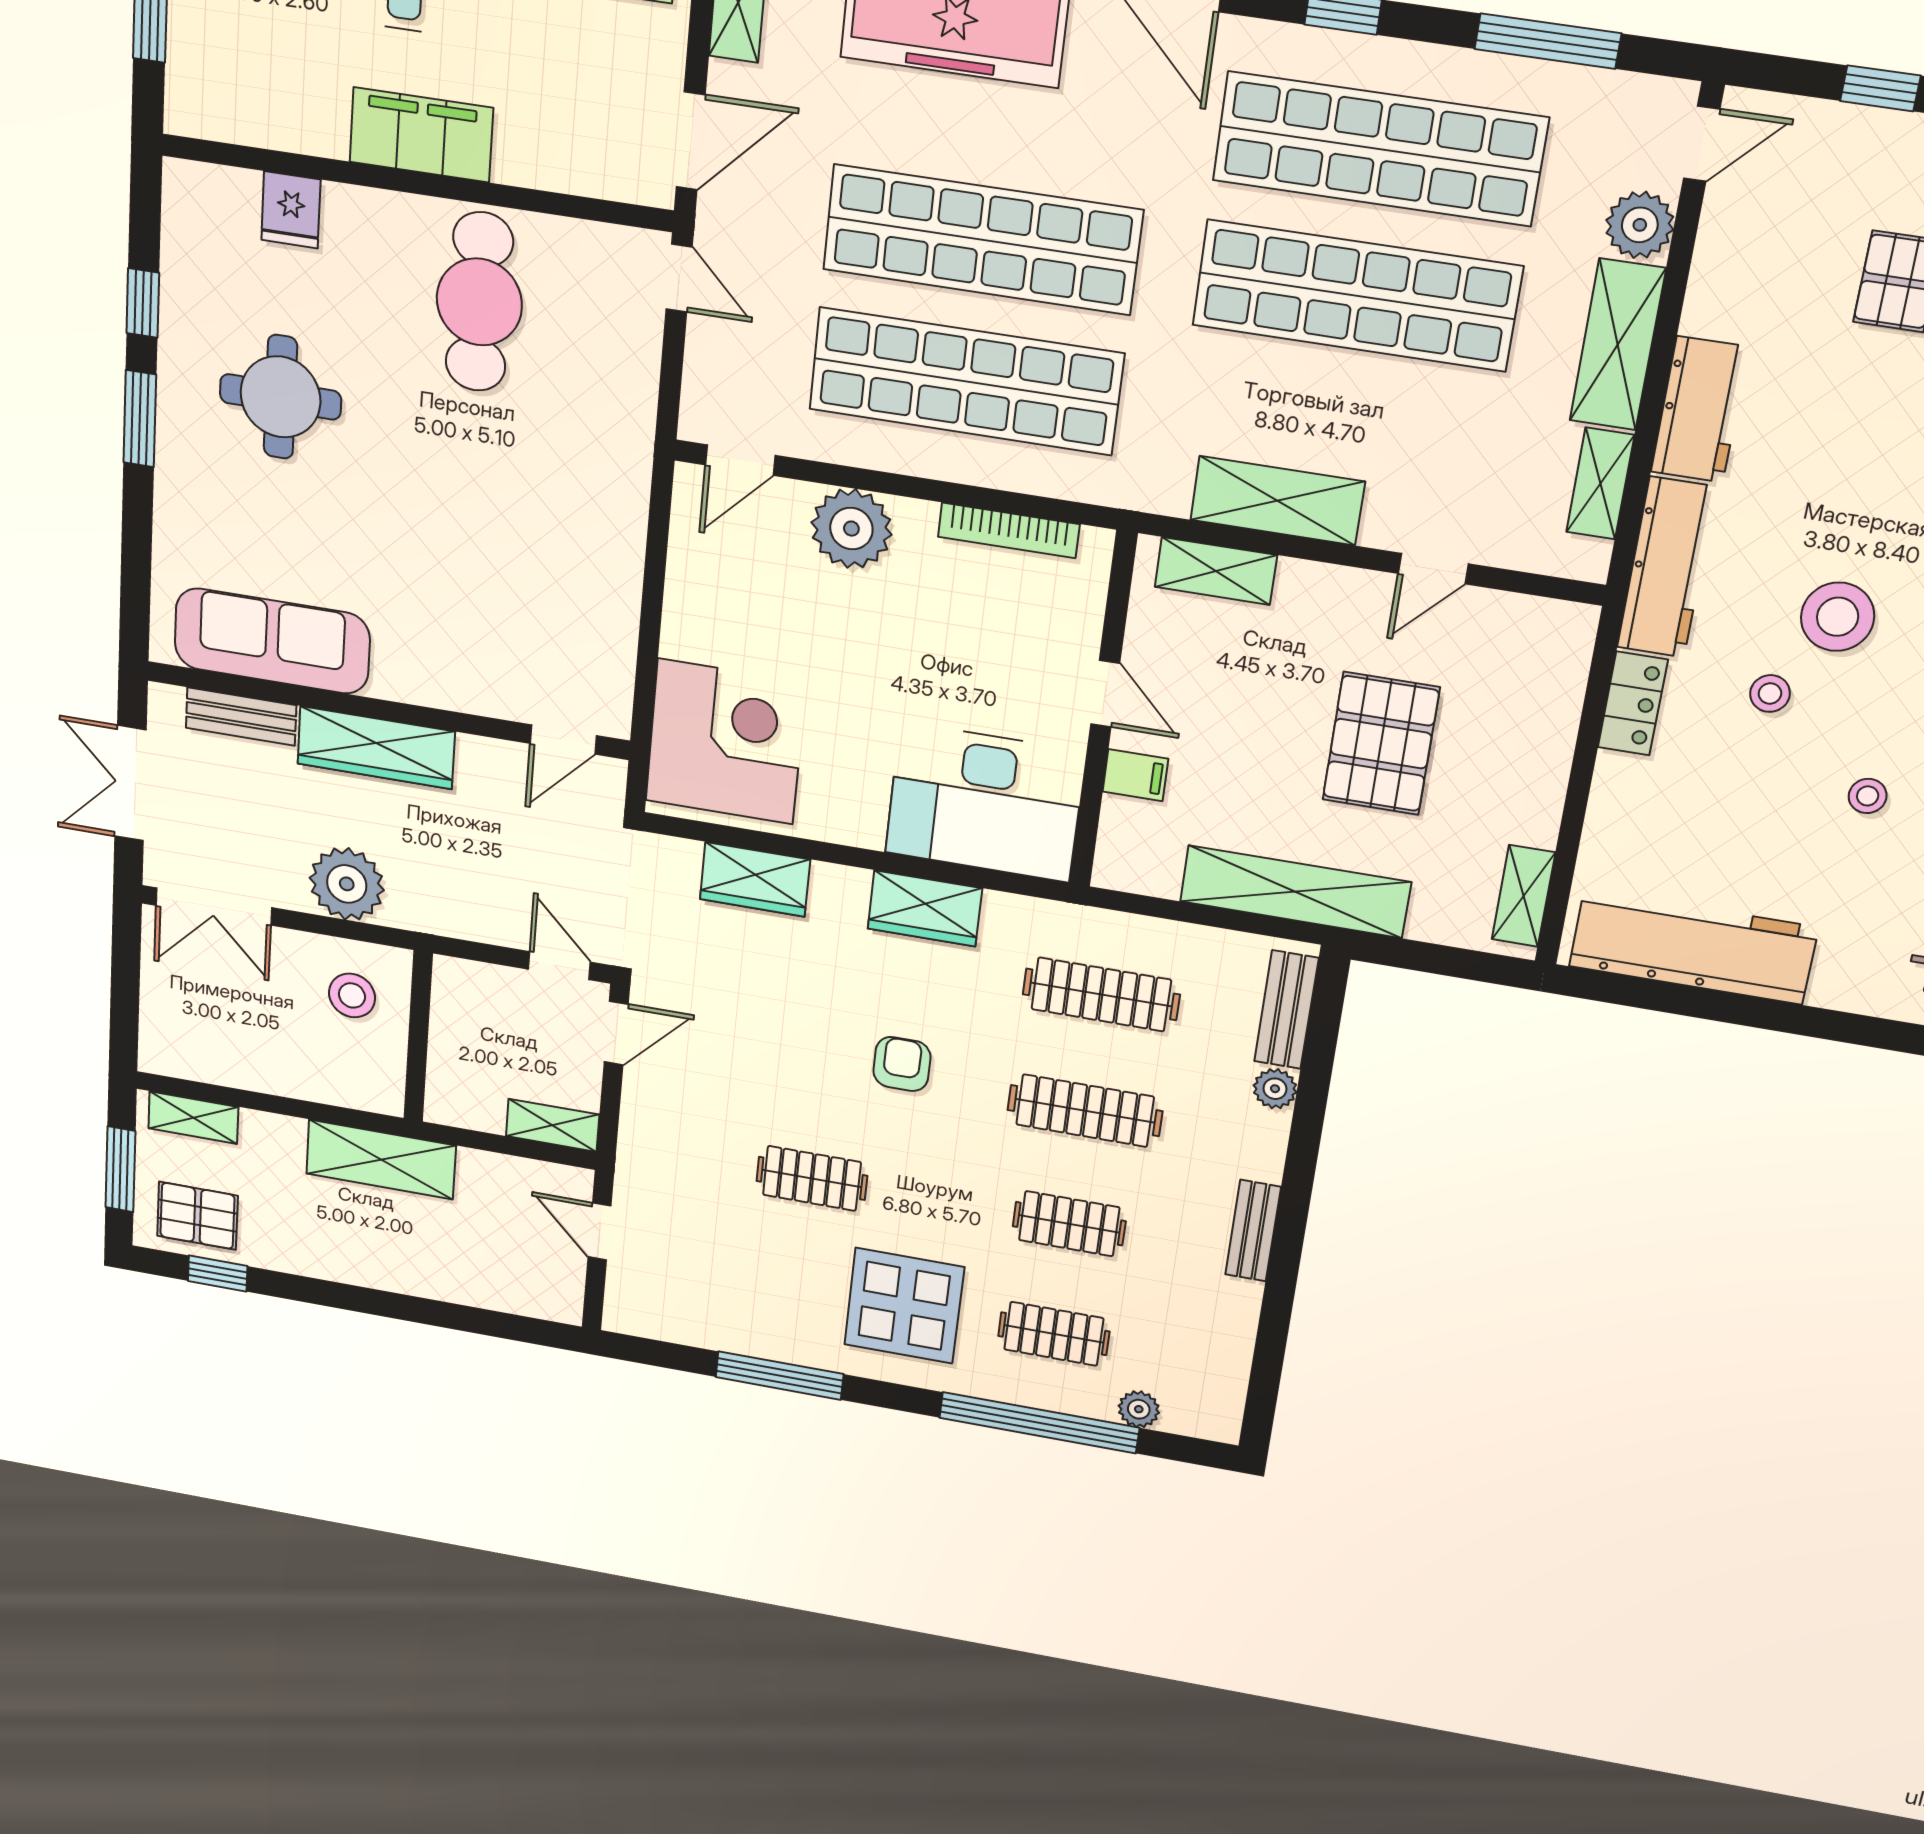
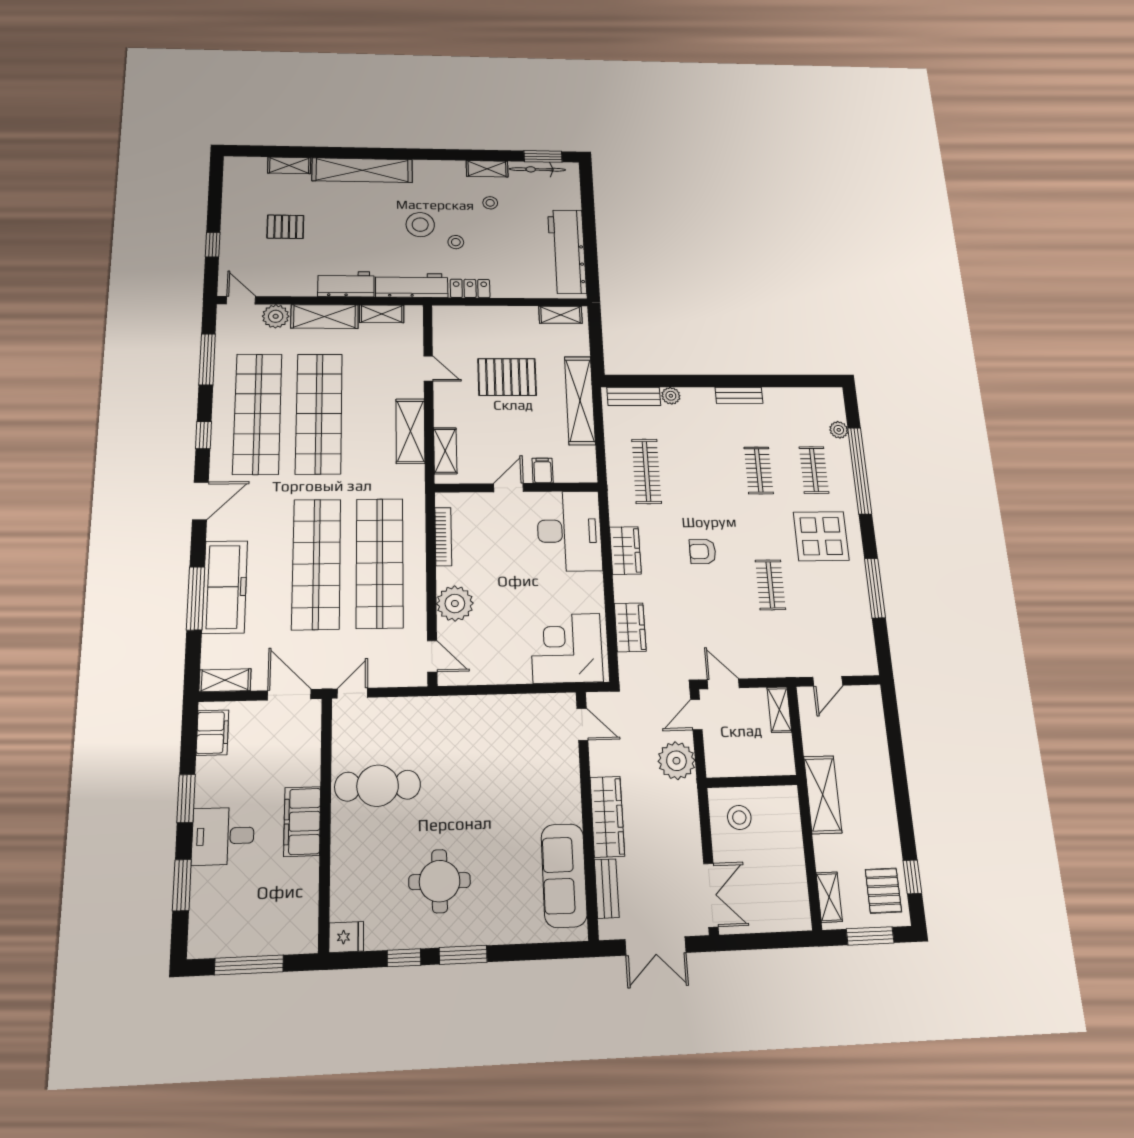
fridge: (291, 210) -> (346, 937), moved
plant: (347, 884) -> (676, 761), moved
clothes rail: (1085, 1111) -> (703, 471), removed

